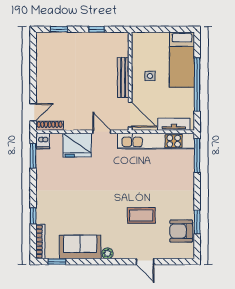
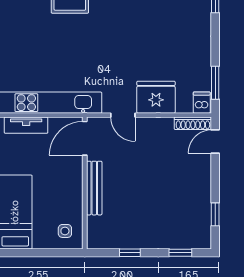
window: (33, 58) -> (215, 214), added
side table: (150, 76) -> (65, 231), moved
door: (130, 115) -> (85, 138), hinge flipped

